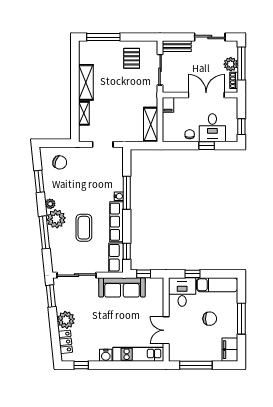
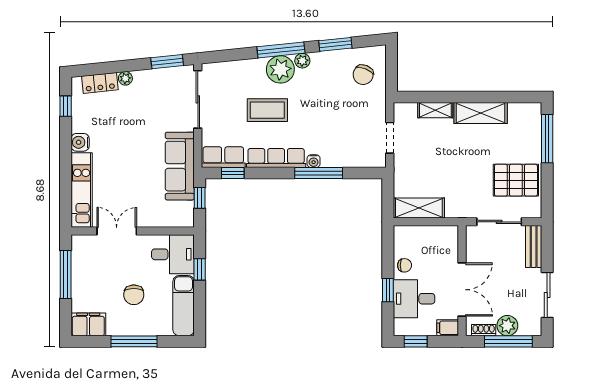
pallet: (132, 58) -> (516, 180), width x1.50, depth x1.42
filing cabinet: (168, 105) -> (448, 328), moved
window: (44, 232) -> (281, 50), moved
plant: (66, 320) -> (125, 78), width x0.53, depth x0.53

